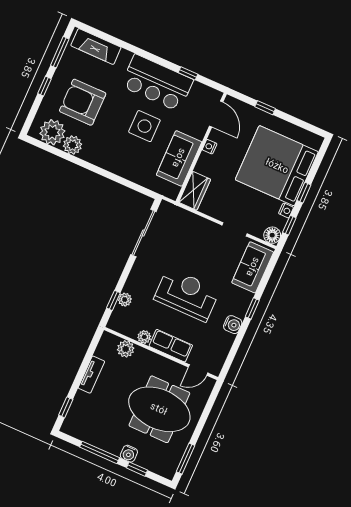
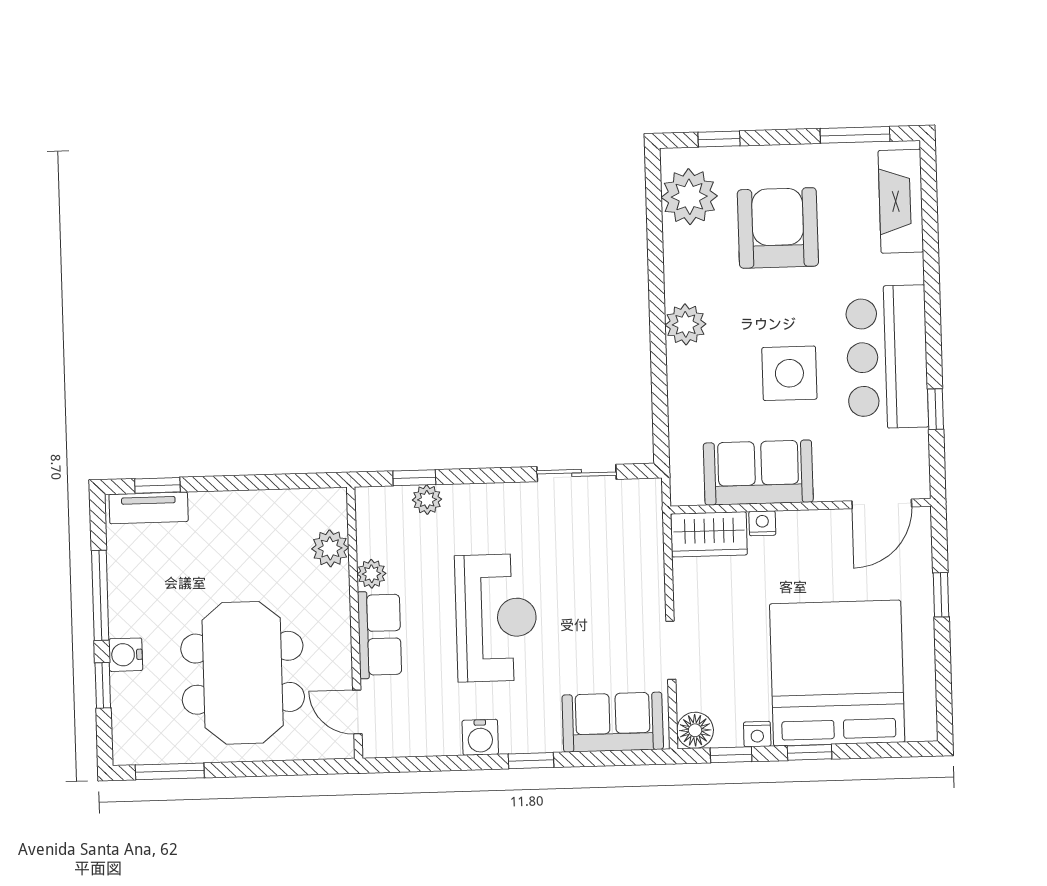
window: (45, 86) -> (719, 139), moved
plant: (73, 145) -> (686, 324), moved
nightstand: (210, 147) -> (762, 523), moved
sliding door: (143, 233) -> (577, 473), width x0.73
tv unit: (91, 375) -> (149, 508), moved

